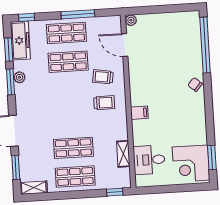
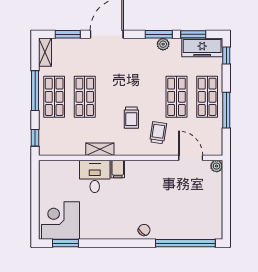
door: (125, 45) -> (191, 158), hinge flipped
trolley: (104, 103) -> (131, 118), moved
shelving: (123, 154) -> (100, 149), moved
desk: (149, 160) -> (95, 176), moved
window: (70, 195) -> (35, 91), added

